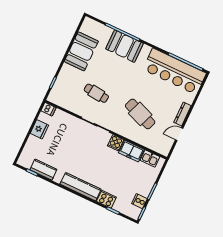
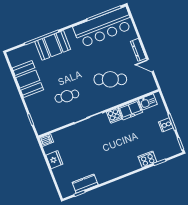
door: (179, 134) -> (150, 65), hinge flipped
kitchen counter: (81, 187) -> (122, 169), removed
cooker: (139, 201) -> (166, 125), moved

